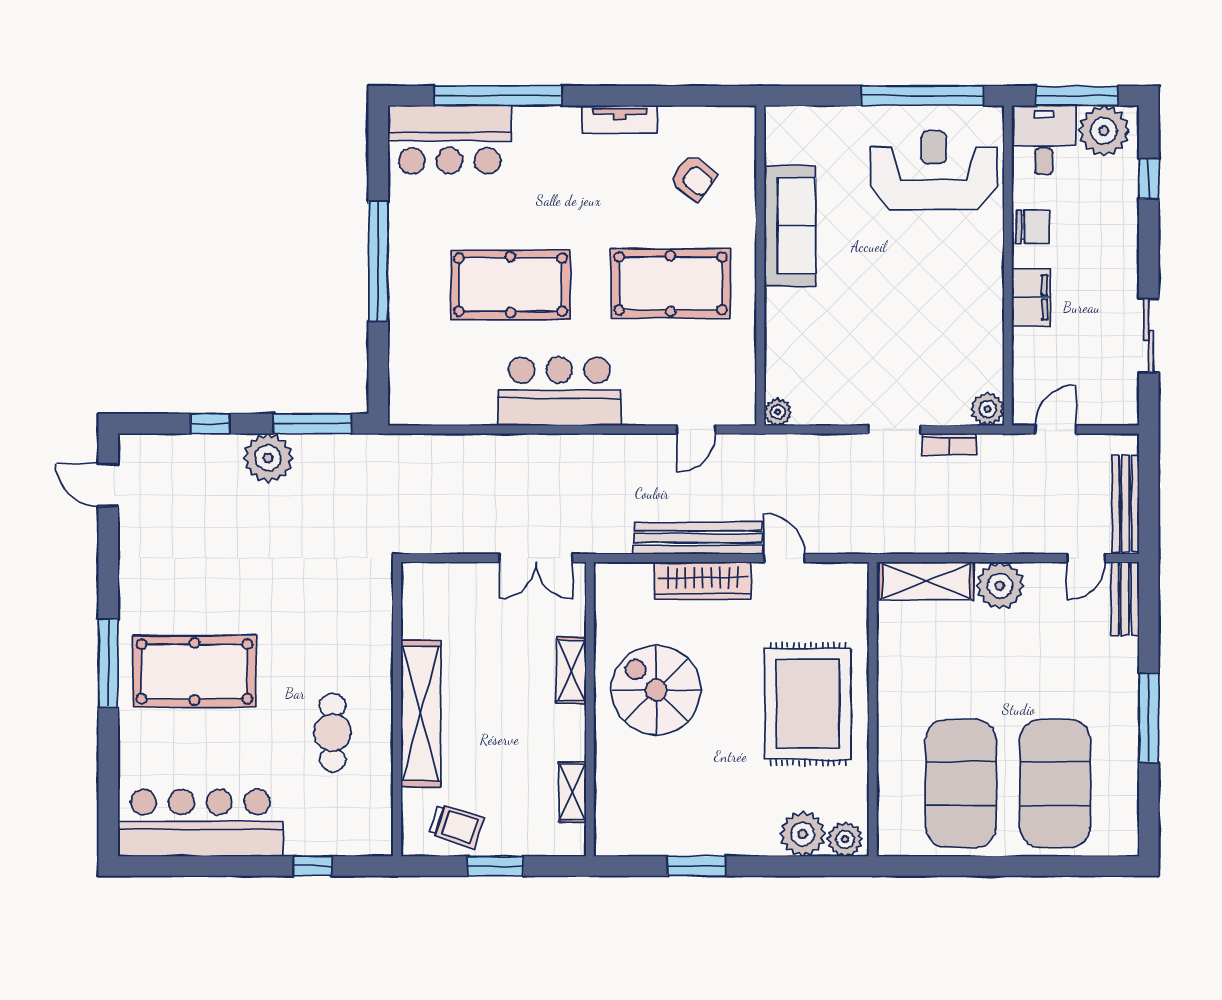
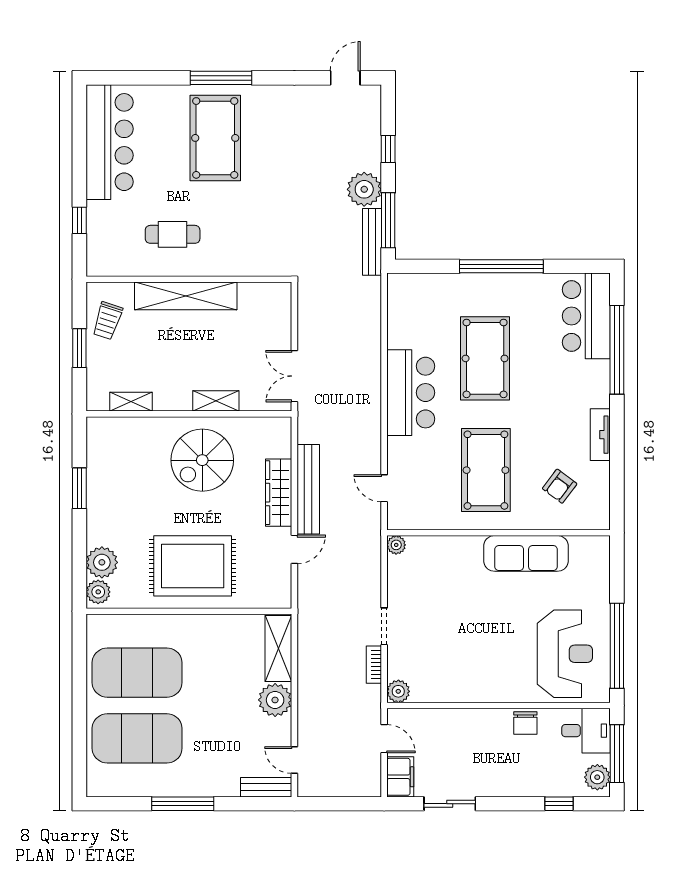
plant: (1104, 131) -> (597, 777), width x0.73, depth x0.73
filing cabinet: (1031, 297) -> (400, 777), moved, turned -90
bench: (1126, 503) -> (372, 242), moved, turned 90
spiral stairs: (656, 690) -> (202, 460), turned 180

